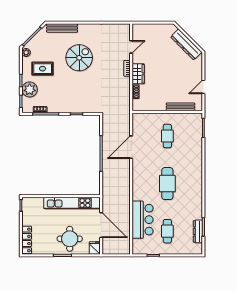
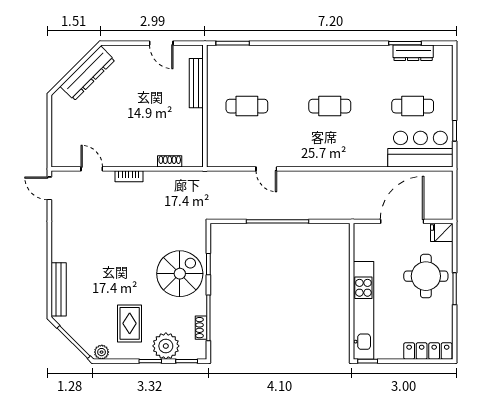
door: (120, 23) -> (49, 188), added
spiral stairs: (79, 58) -> (180, 274), moved, turned 90
wardrobe: (138, 74) -> (139, 157), removed
door: (131, 147) -> (266, 169), width x0.53
cafe table: (167, 184) -> (330, 106), width x0.73, depth x0.74
kitchen unit: (72, 203) -> (363, 310), moved
bar counter: (143, 220) -> (420, 149), moved

